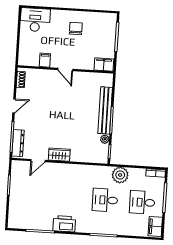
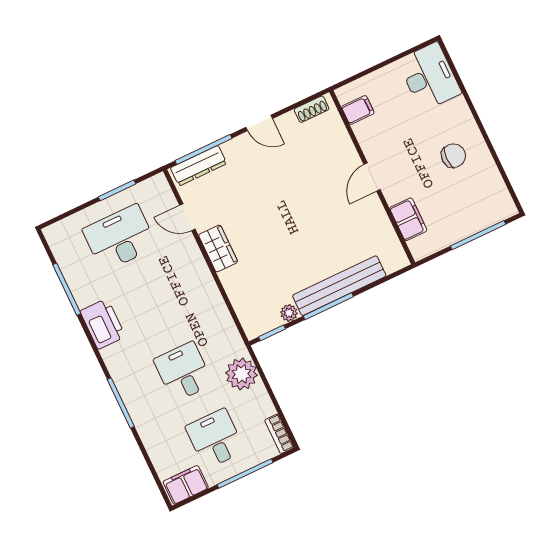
filing cabinet: (45, 60) -> (358, 110), moved
filing cabinet: (104, 64) -> (408, 219), moved
desk: (31, 195) -> (120, 238), added

